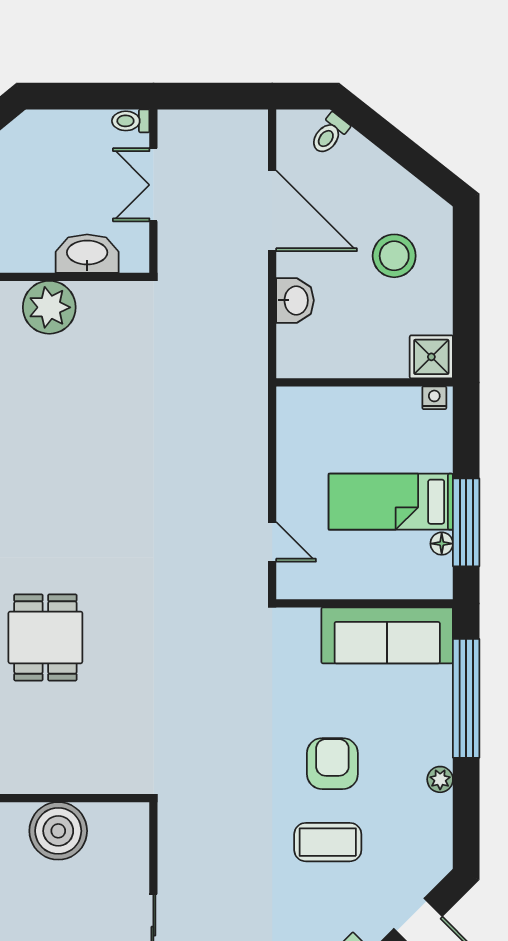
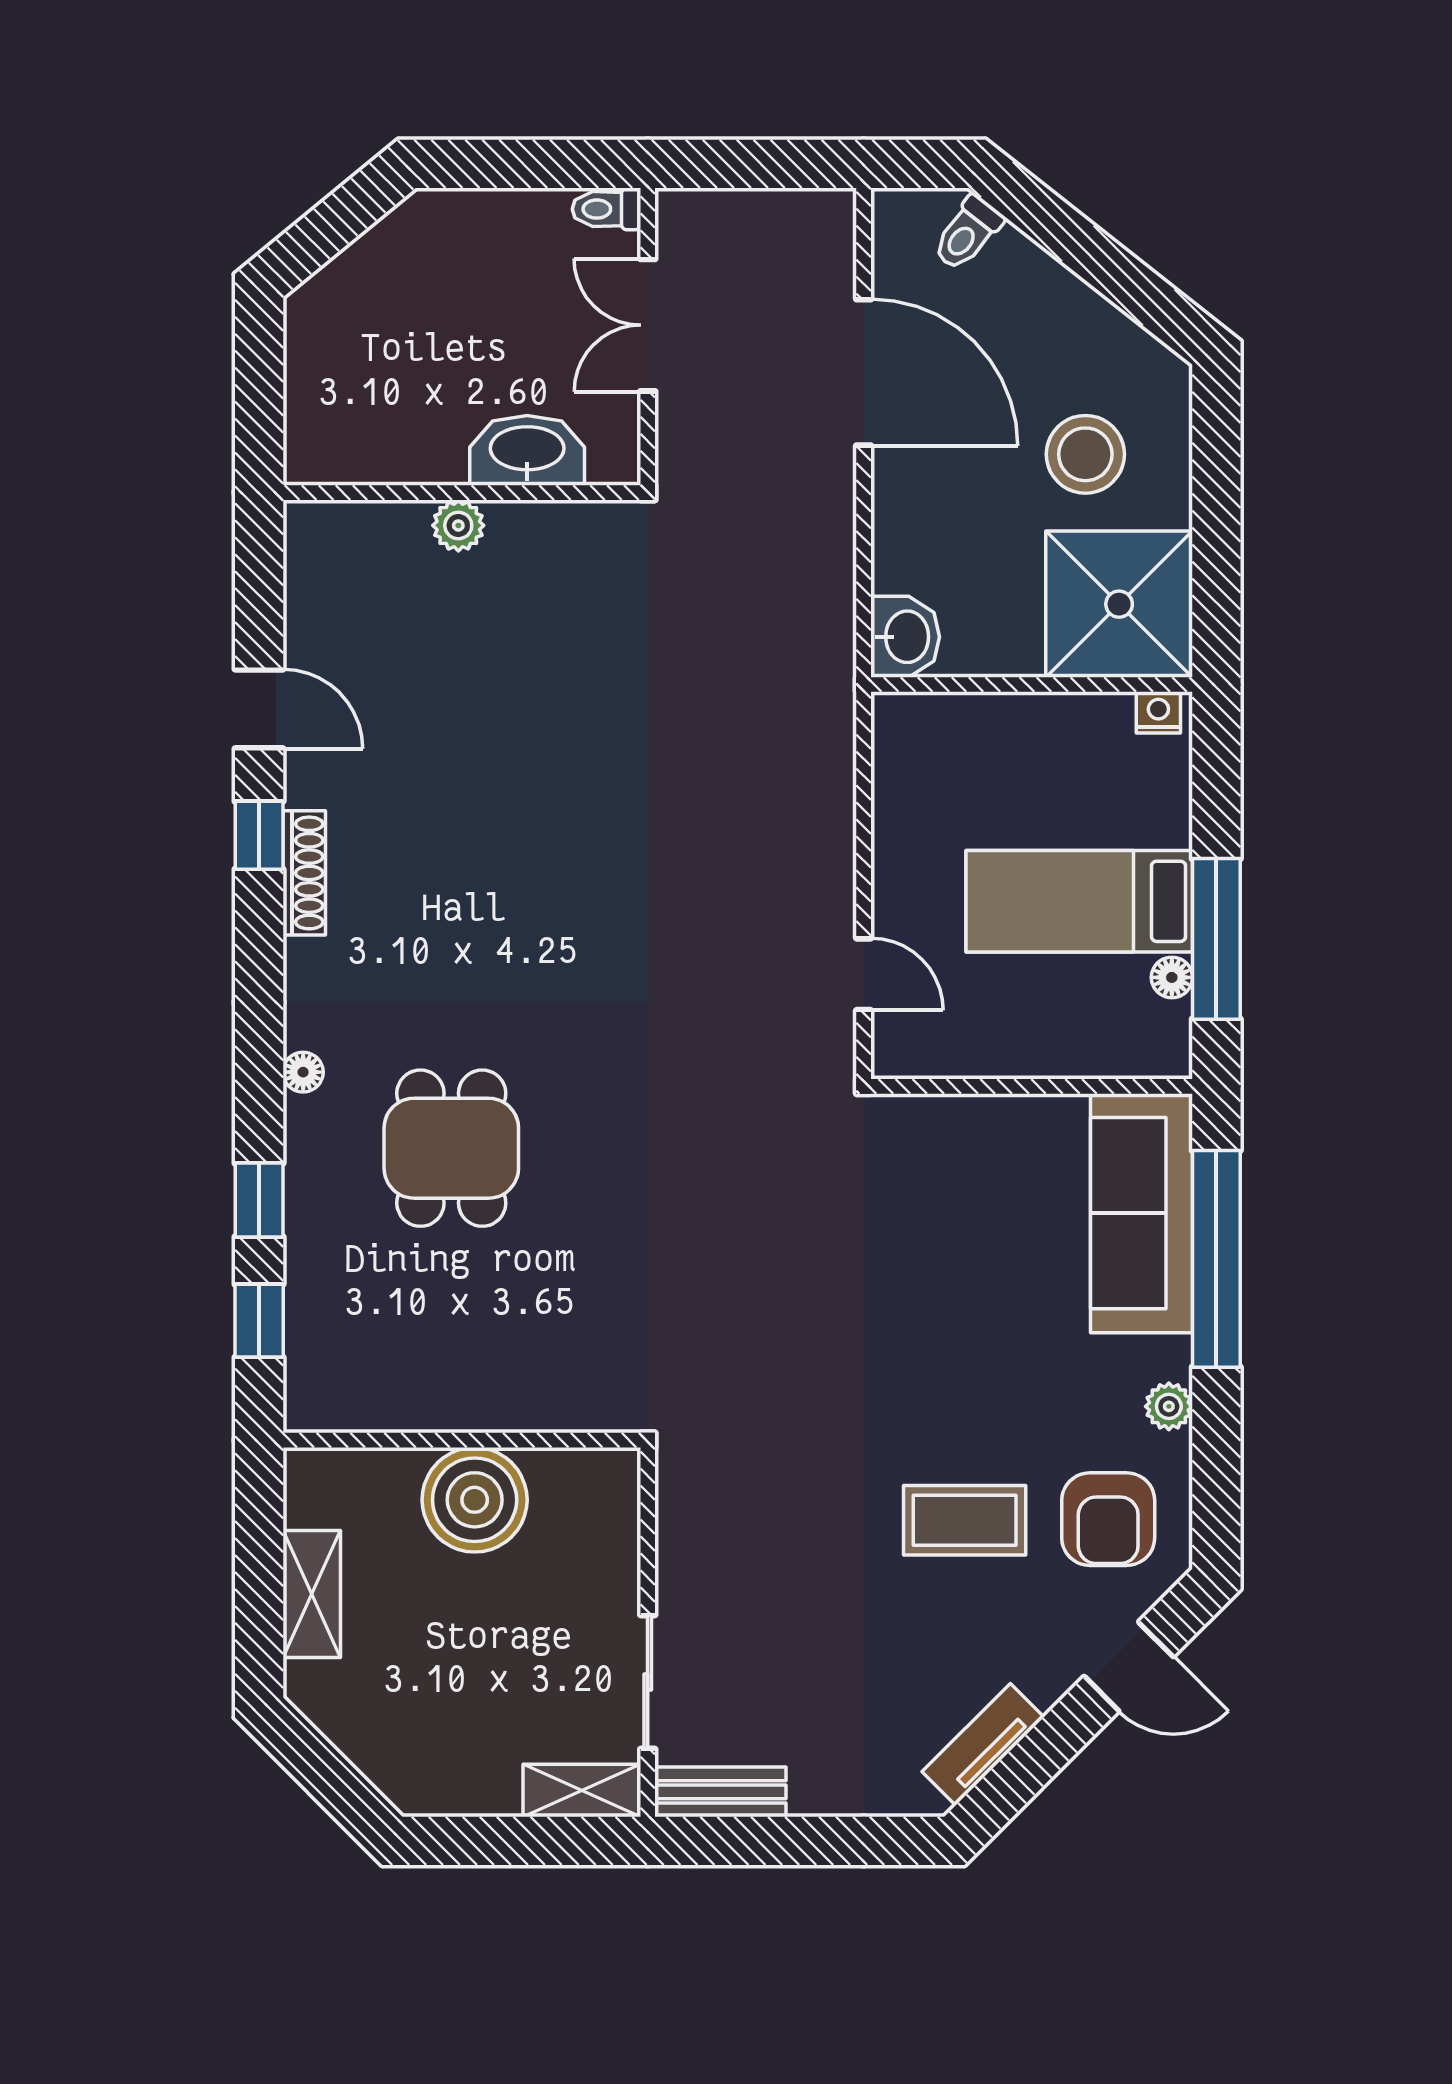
washbasin: (295, 300) -> (905, 637), moved
plant: (49, 307) -> (458, 525), width x0.53, depth x0.53
shower: (431, 357) -> (1119, 604), width x1.86, depth x1.86
sofa: (387, 635) -> (1141, 1213), moved, turned 90
armchair: (332, 764) -> (1108, 1519), moved, turned 180

